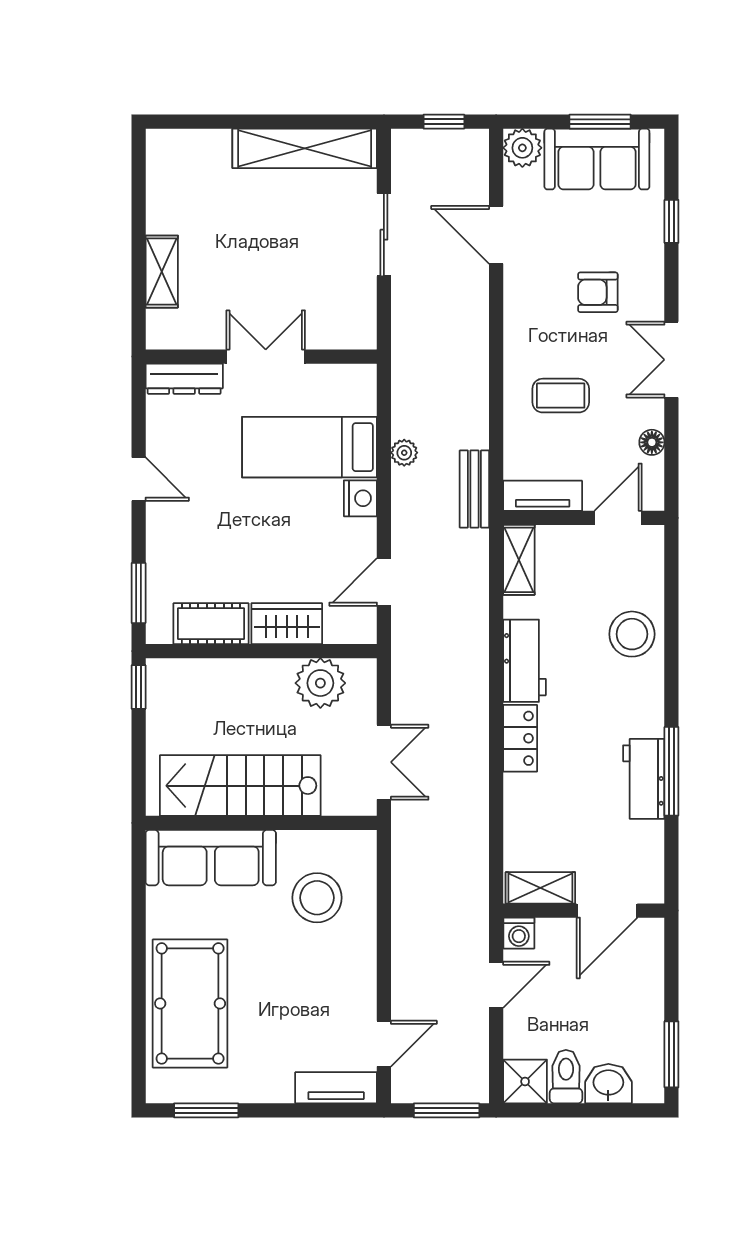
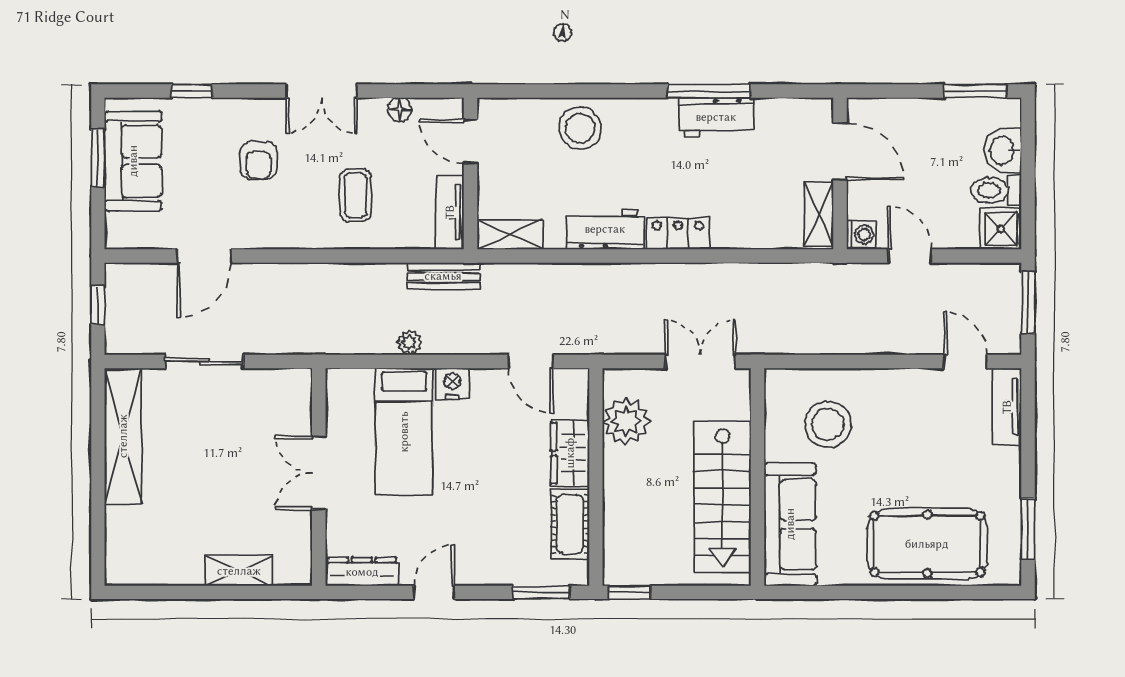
plant: (522, 148) -> (123, 231), removed
dresser: (184, 379) -> (362, 572), moved, turned -90

